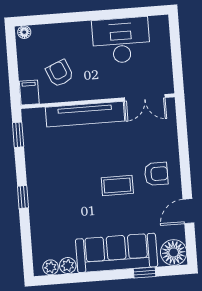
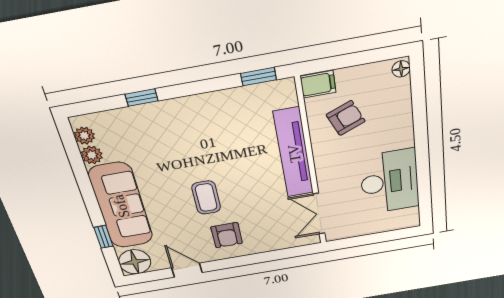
window: (23, 197) -> (142, 98), moved

